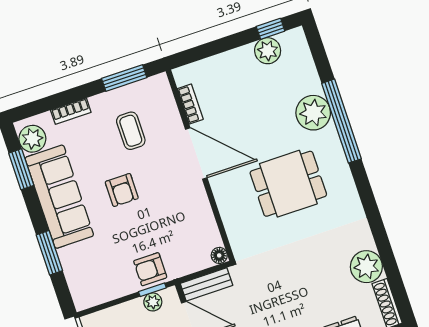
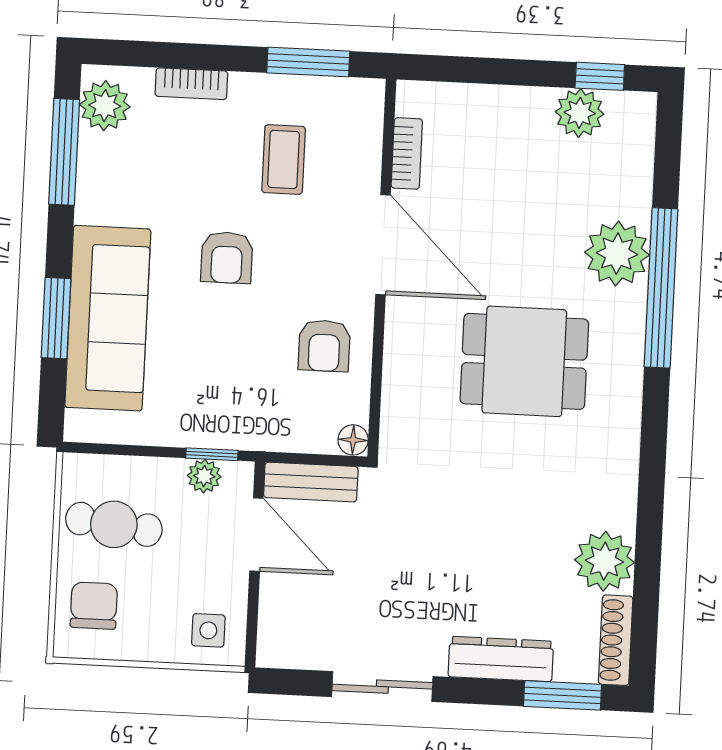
window: (21, 169) -> (64, 152), width x1.44
sofa: (59, 197) -> (108, 318), moved
armchair: (150, 269) -> (324, 346), moved, turned -90

